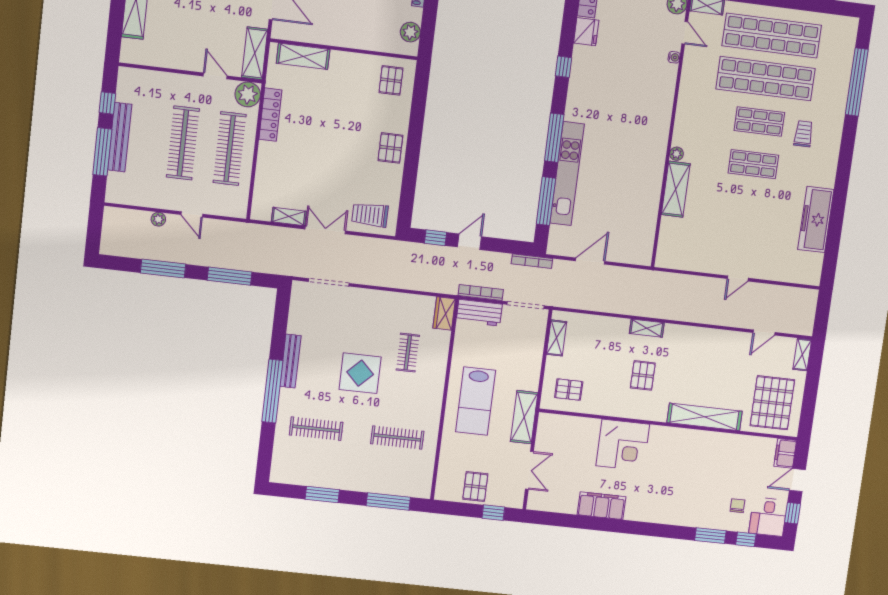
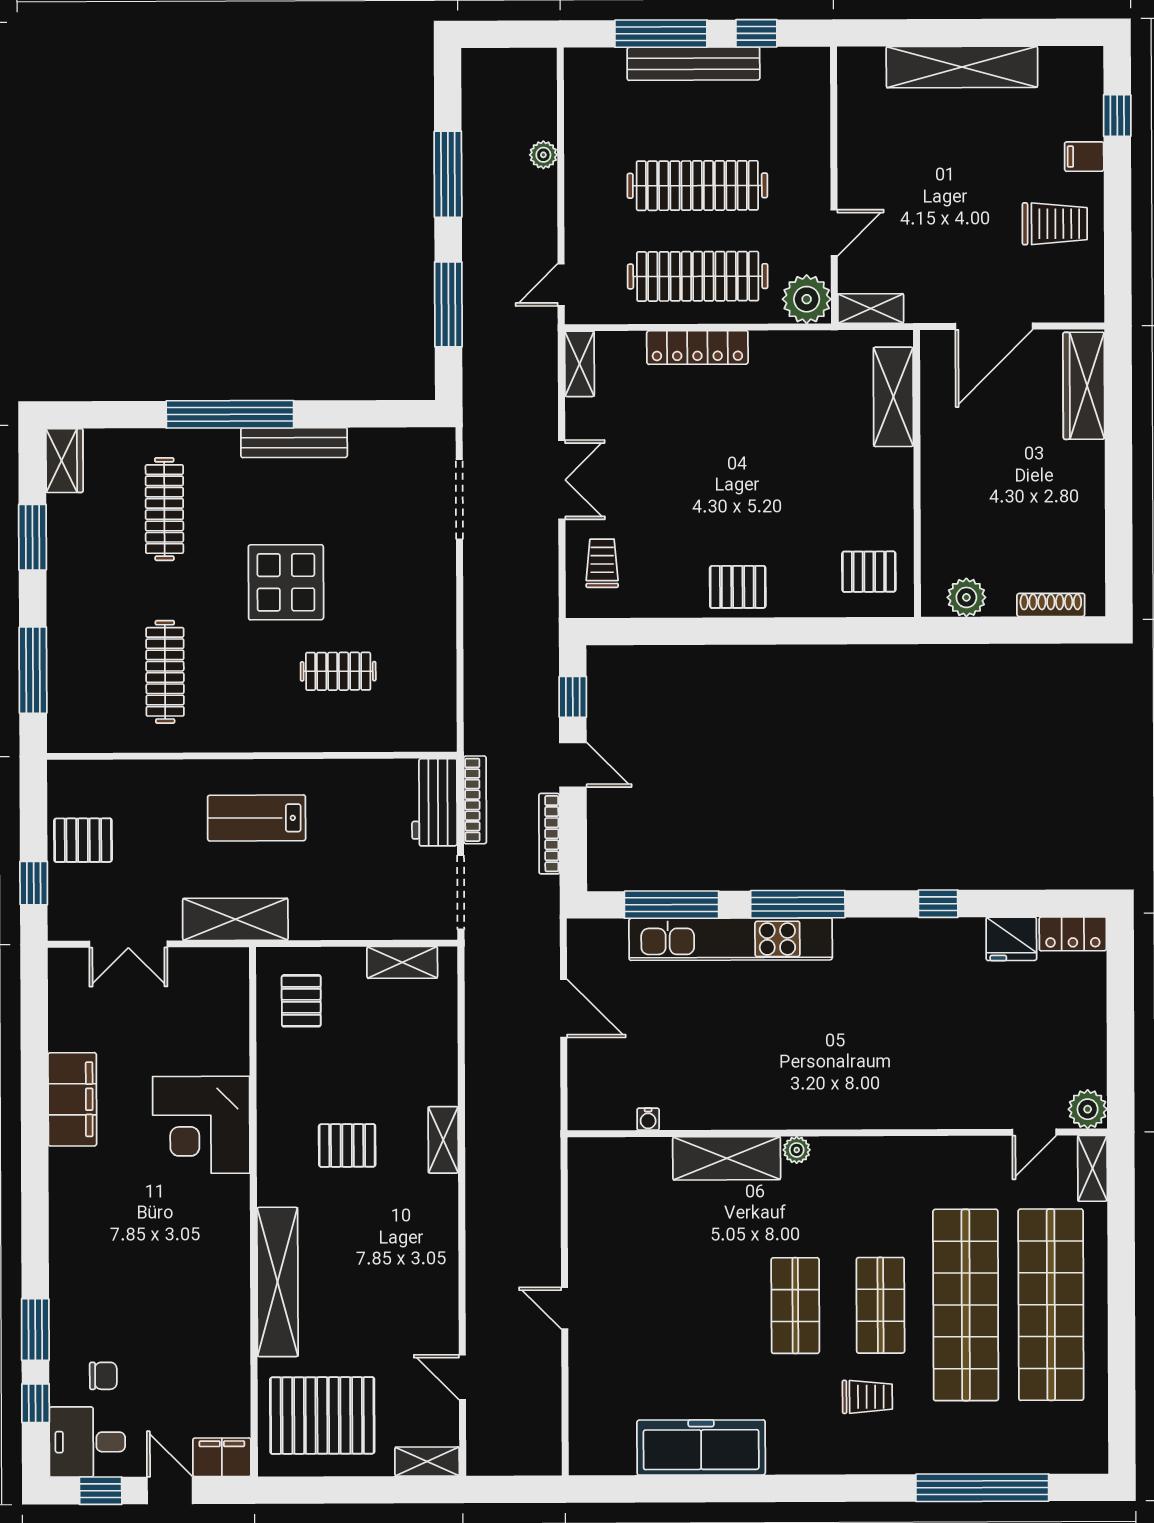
shelving: (255, 53) -> (871, 308), width x0.67, depth x0.75
water cooler: (674, 57) -> (648, 1119), moved
locker: (270, 115) -> (697, 347), moved
door: (192, 214) -> (561, 285), moved
trolley: (370, 215) -> (602, 563), width x0.73, depth x0.72
shelving: (289, 216) -> (579, 364), moved
bookcase: (532, 261) -> (549, 834), moved
wardrobe: (444, 313) -> (64, 461), moved, turned 90
lab bench: (476, 401) -> (257, 818), width x0.73, depth x0.72

